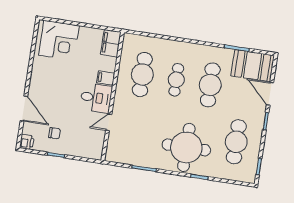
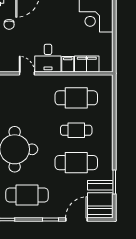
filing cabinet: (111, 43) -> (87, 64), moved

